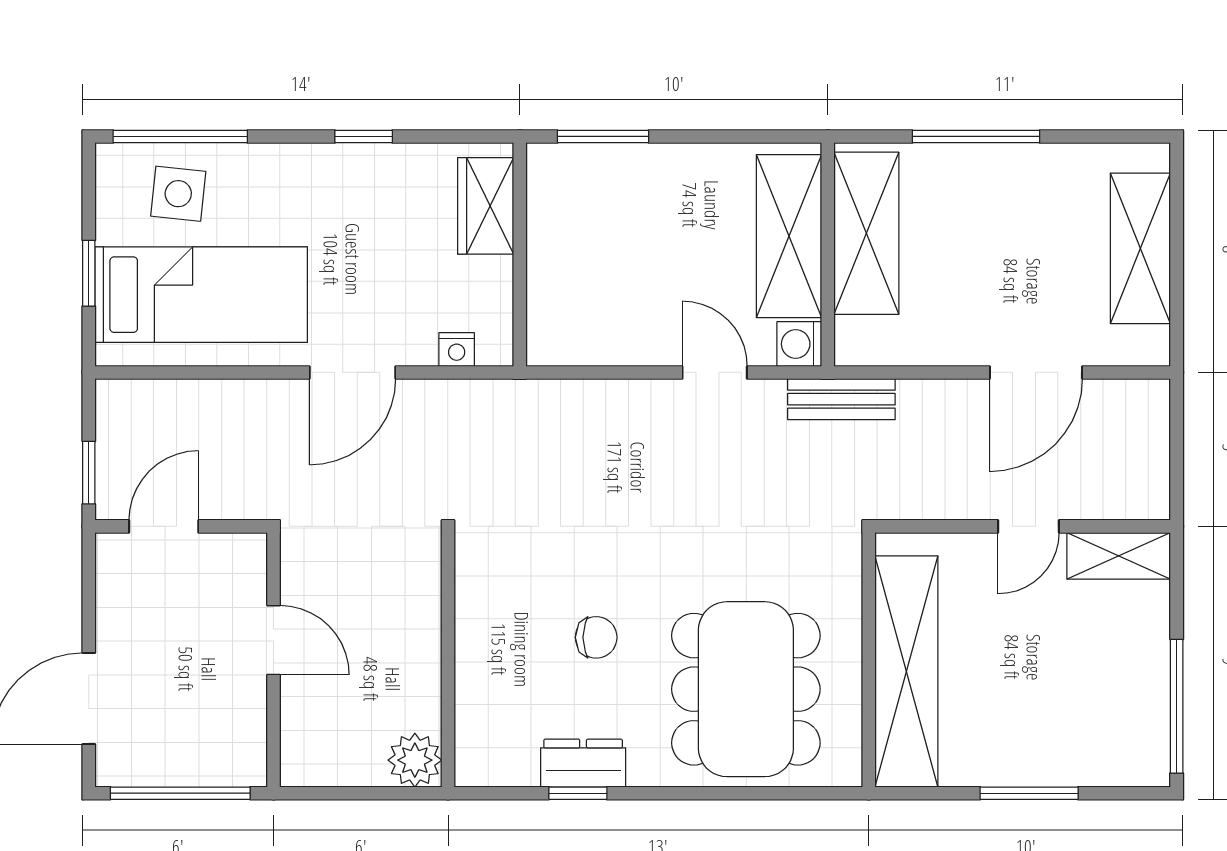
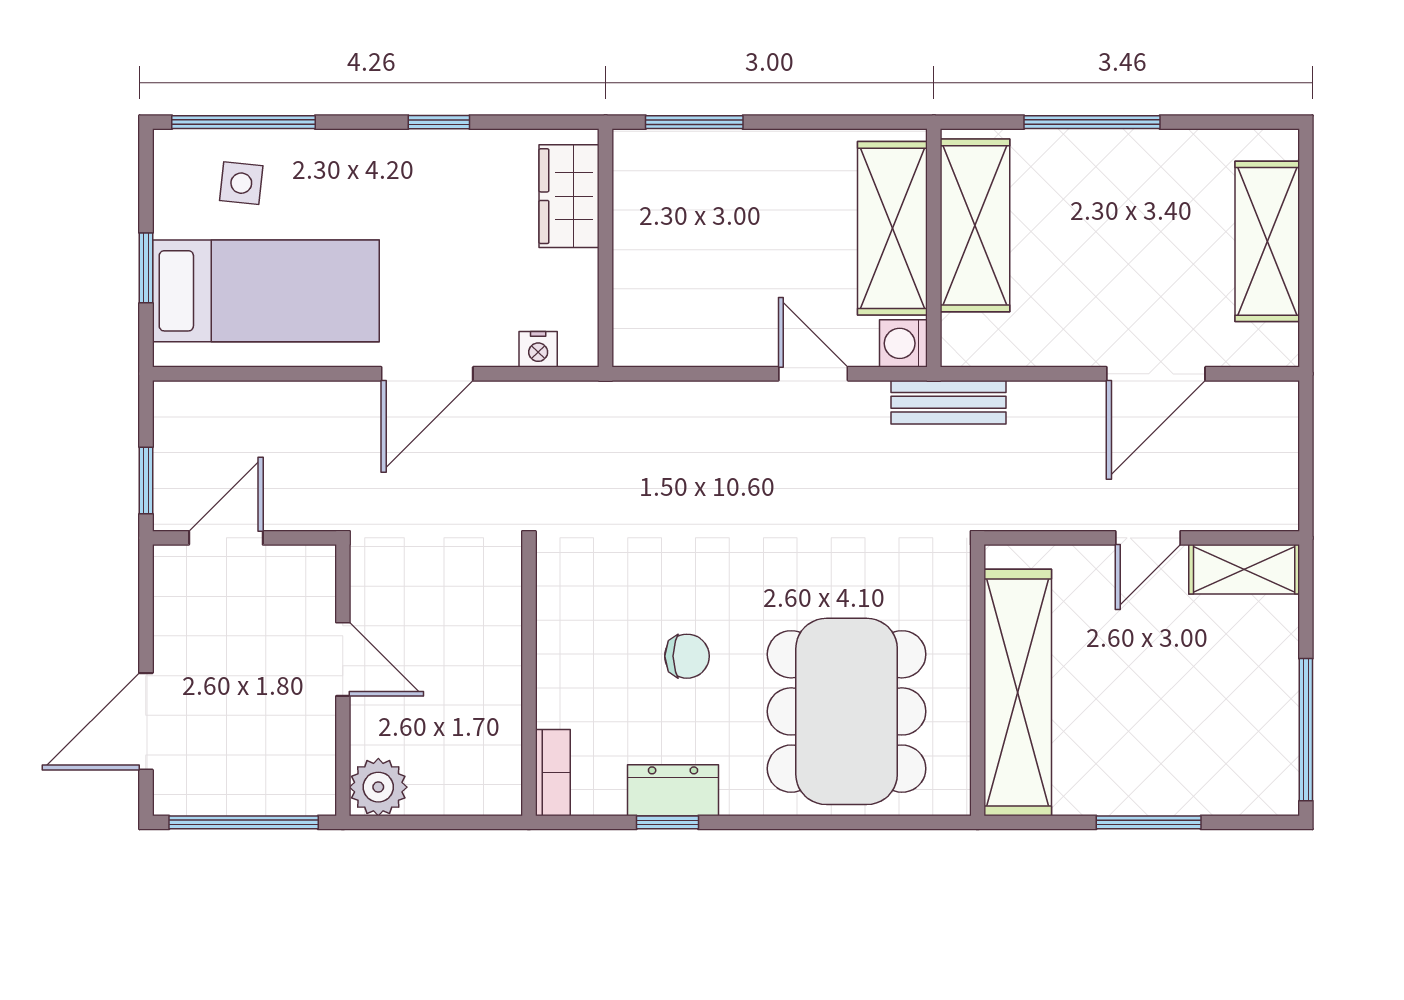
side table: (178, 194) -> (241, 183), width x0.73, depth x0.73
bookcase: (470, 747) -> (553, 773), added
plant: (415, 760) -> (378, 787), moved

